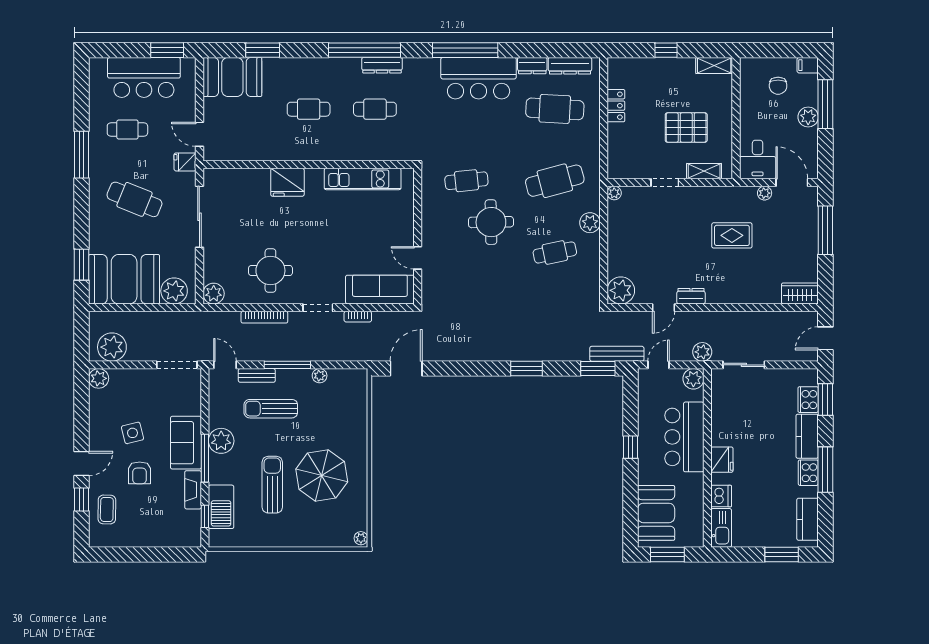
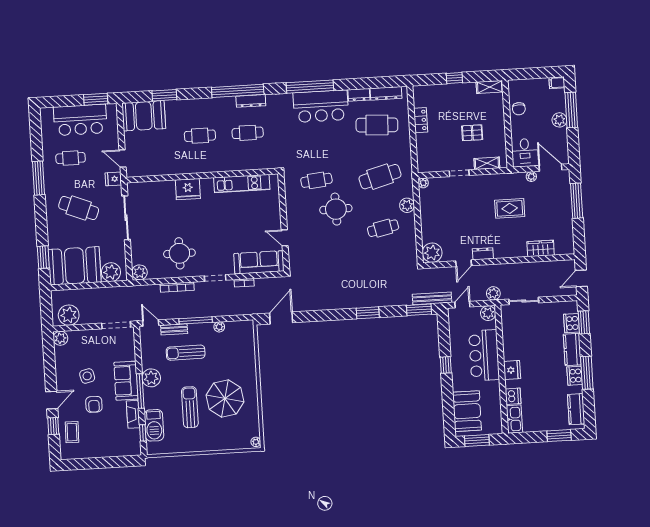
chair: (778, 86) -> (519, 109), moved
pallet: (686, 128) -> (472, 133), width x0.67, depth x0.71
wardrobe: (800, 293) -> (541, 248), moved

